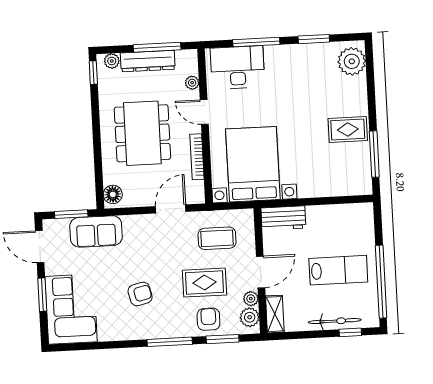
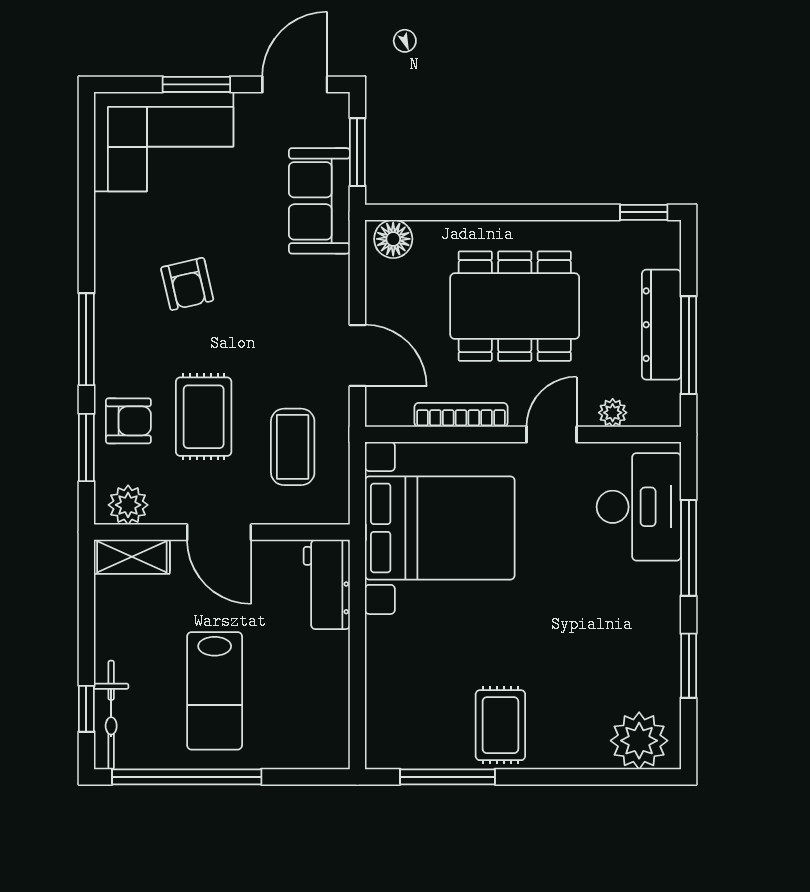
plant: (112, 61) -> (666, 251), removed
plant: (251, 299) -> (166, 509), removed
bicycle: (335, 321) -> (111, 715), moved

